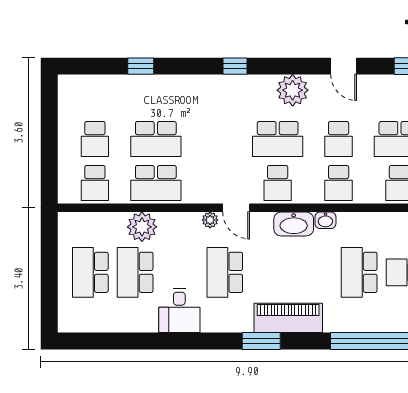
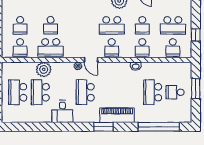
school desk: (156, 139) -> (51, 25), width x0.54
washbasin: (294, 224) -> (120, 68), removed

